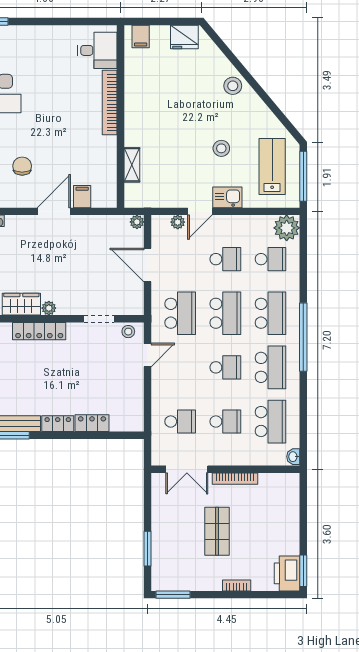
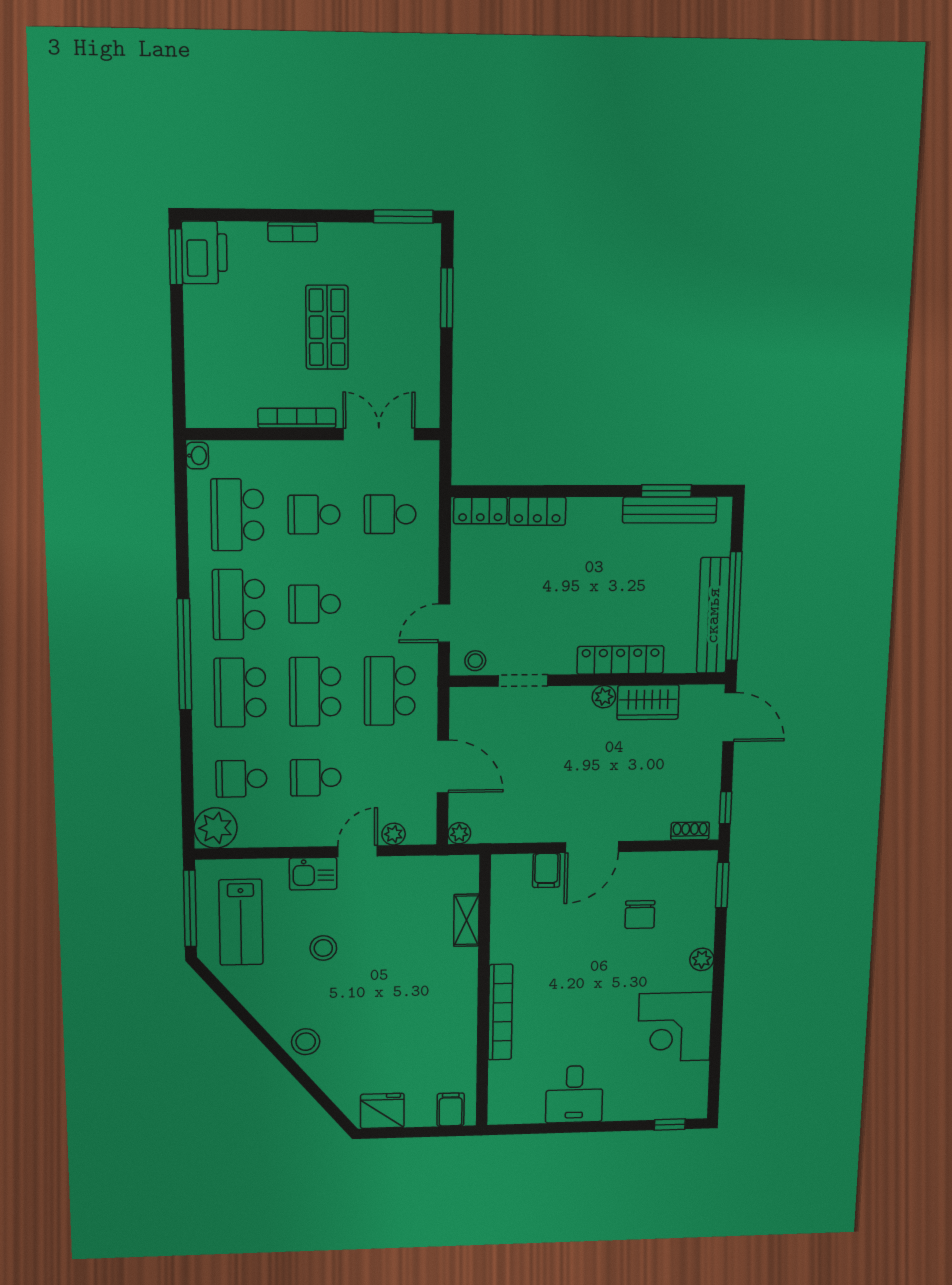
desk: (97, 50) -> (574, 1094), moved, turned -90
locker: (58, 424) -> (480, 511), moved

